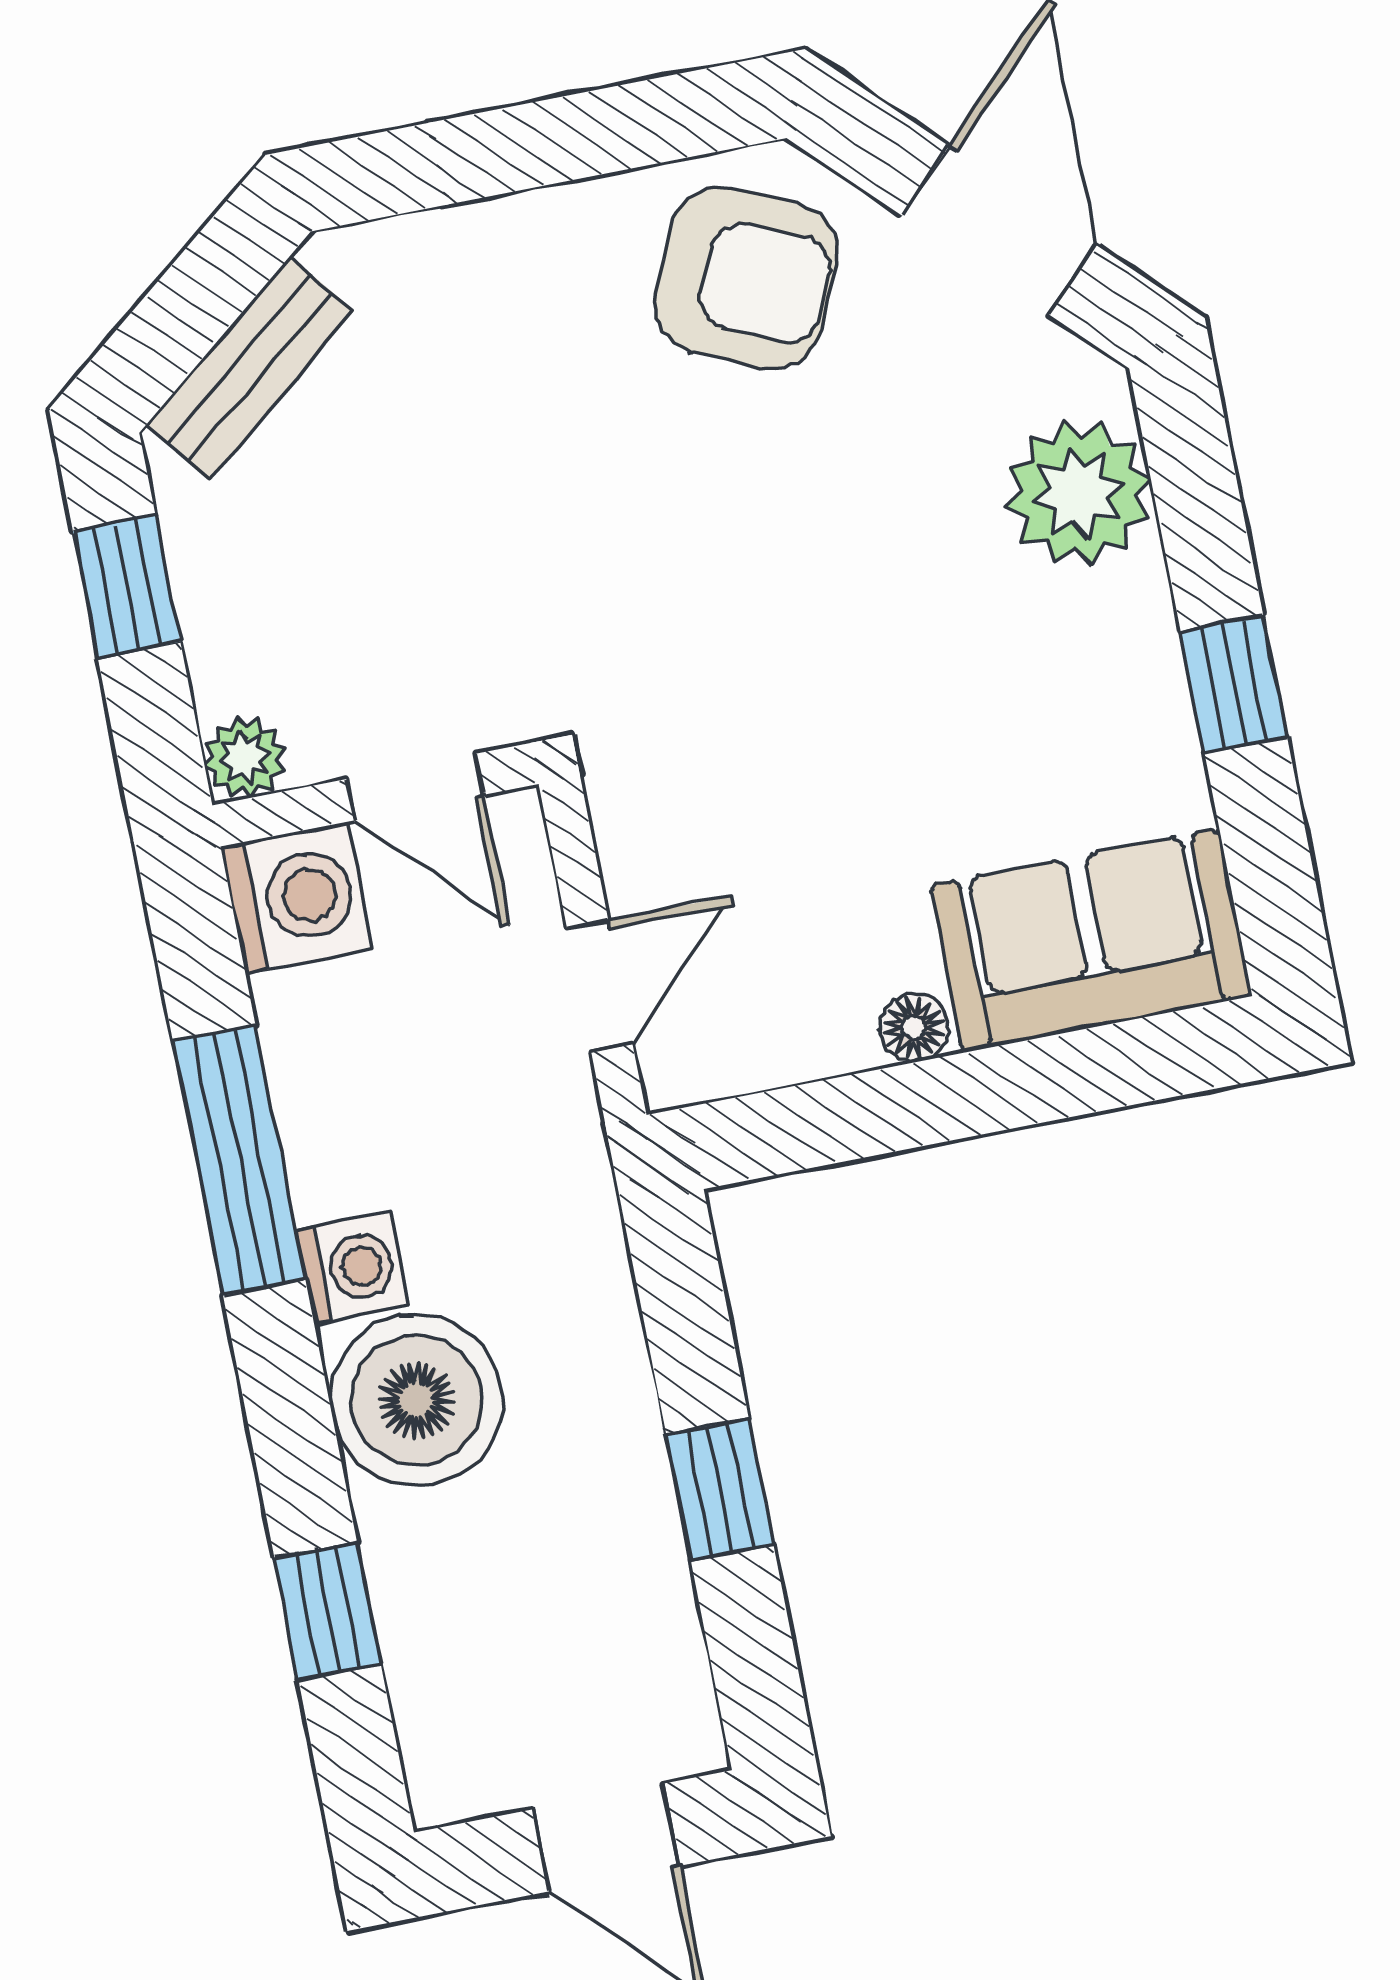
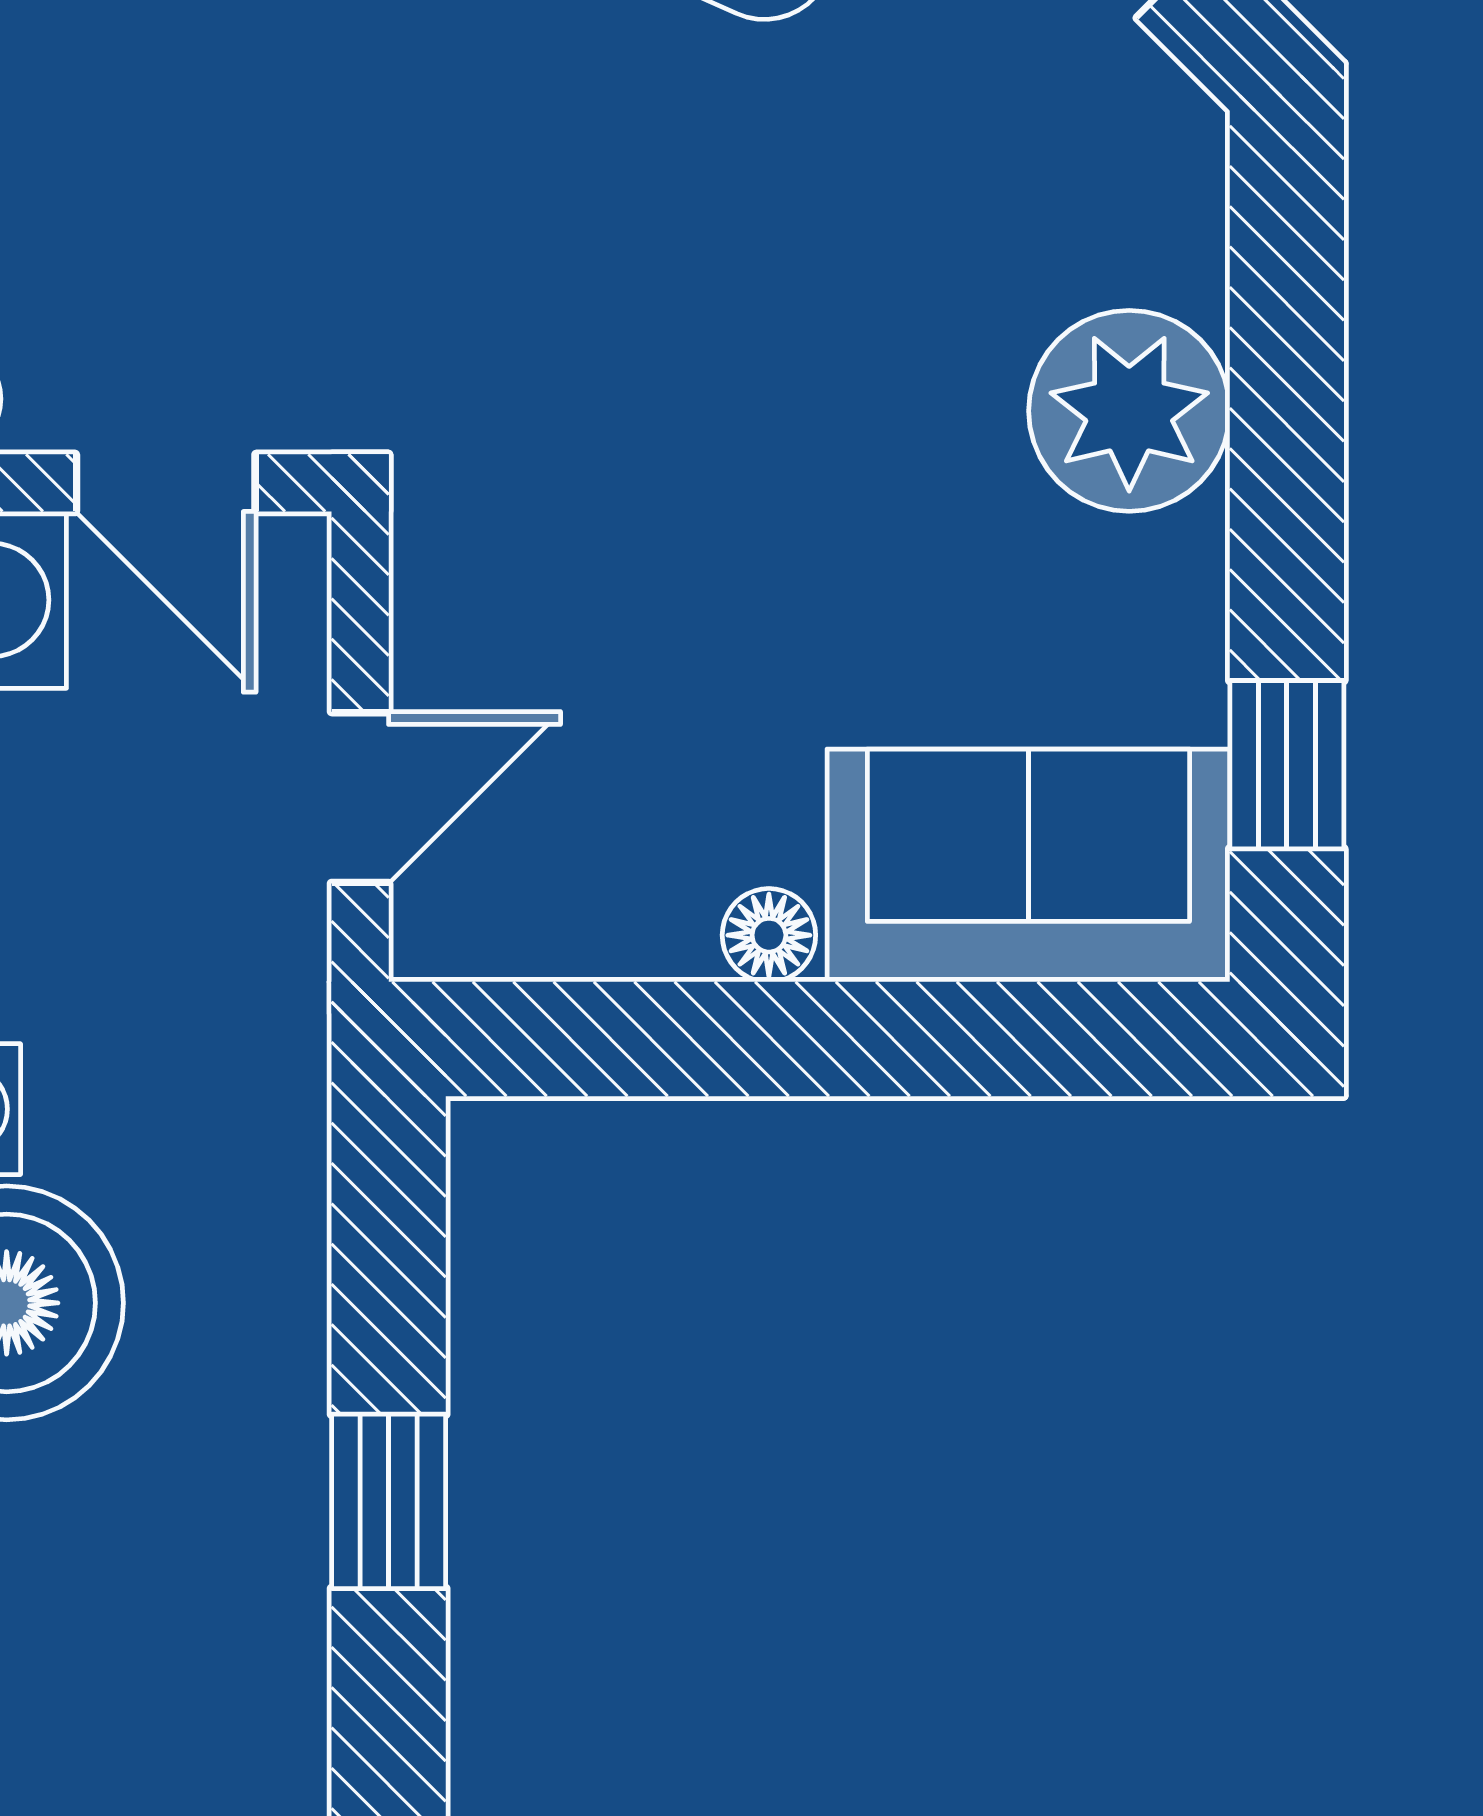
plant: (1078, 493) -> (1129, 411), moved
window: (1234, 684) -> (1287, 765), moved

